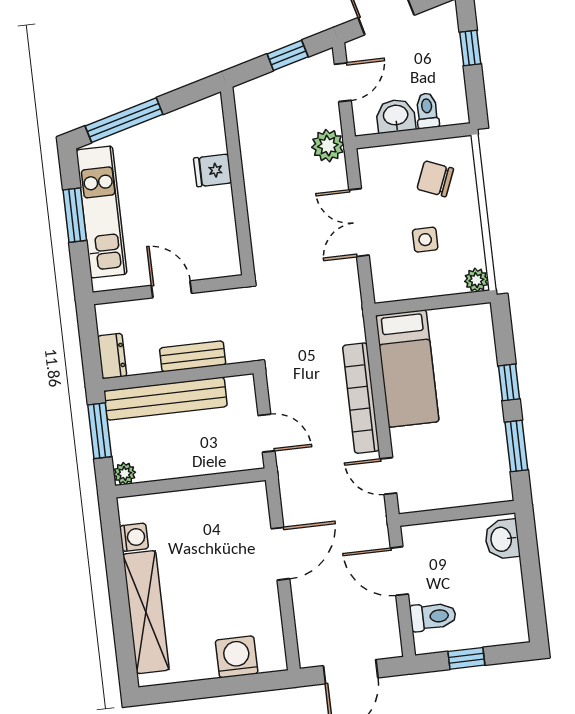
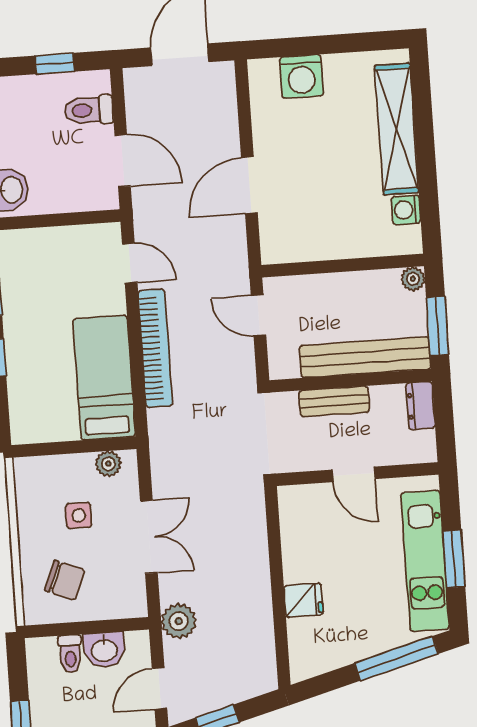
plant: (476, 280) -> (108, 464), moved

